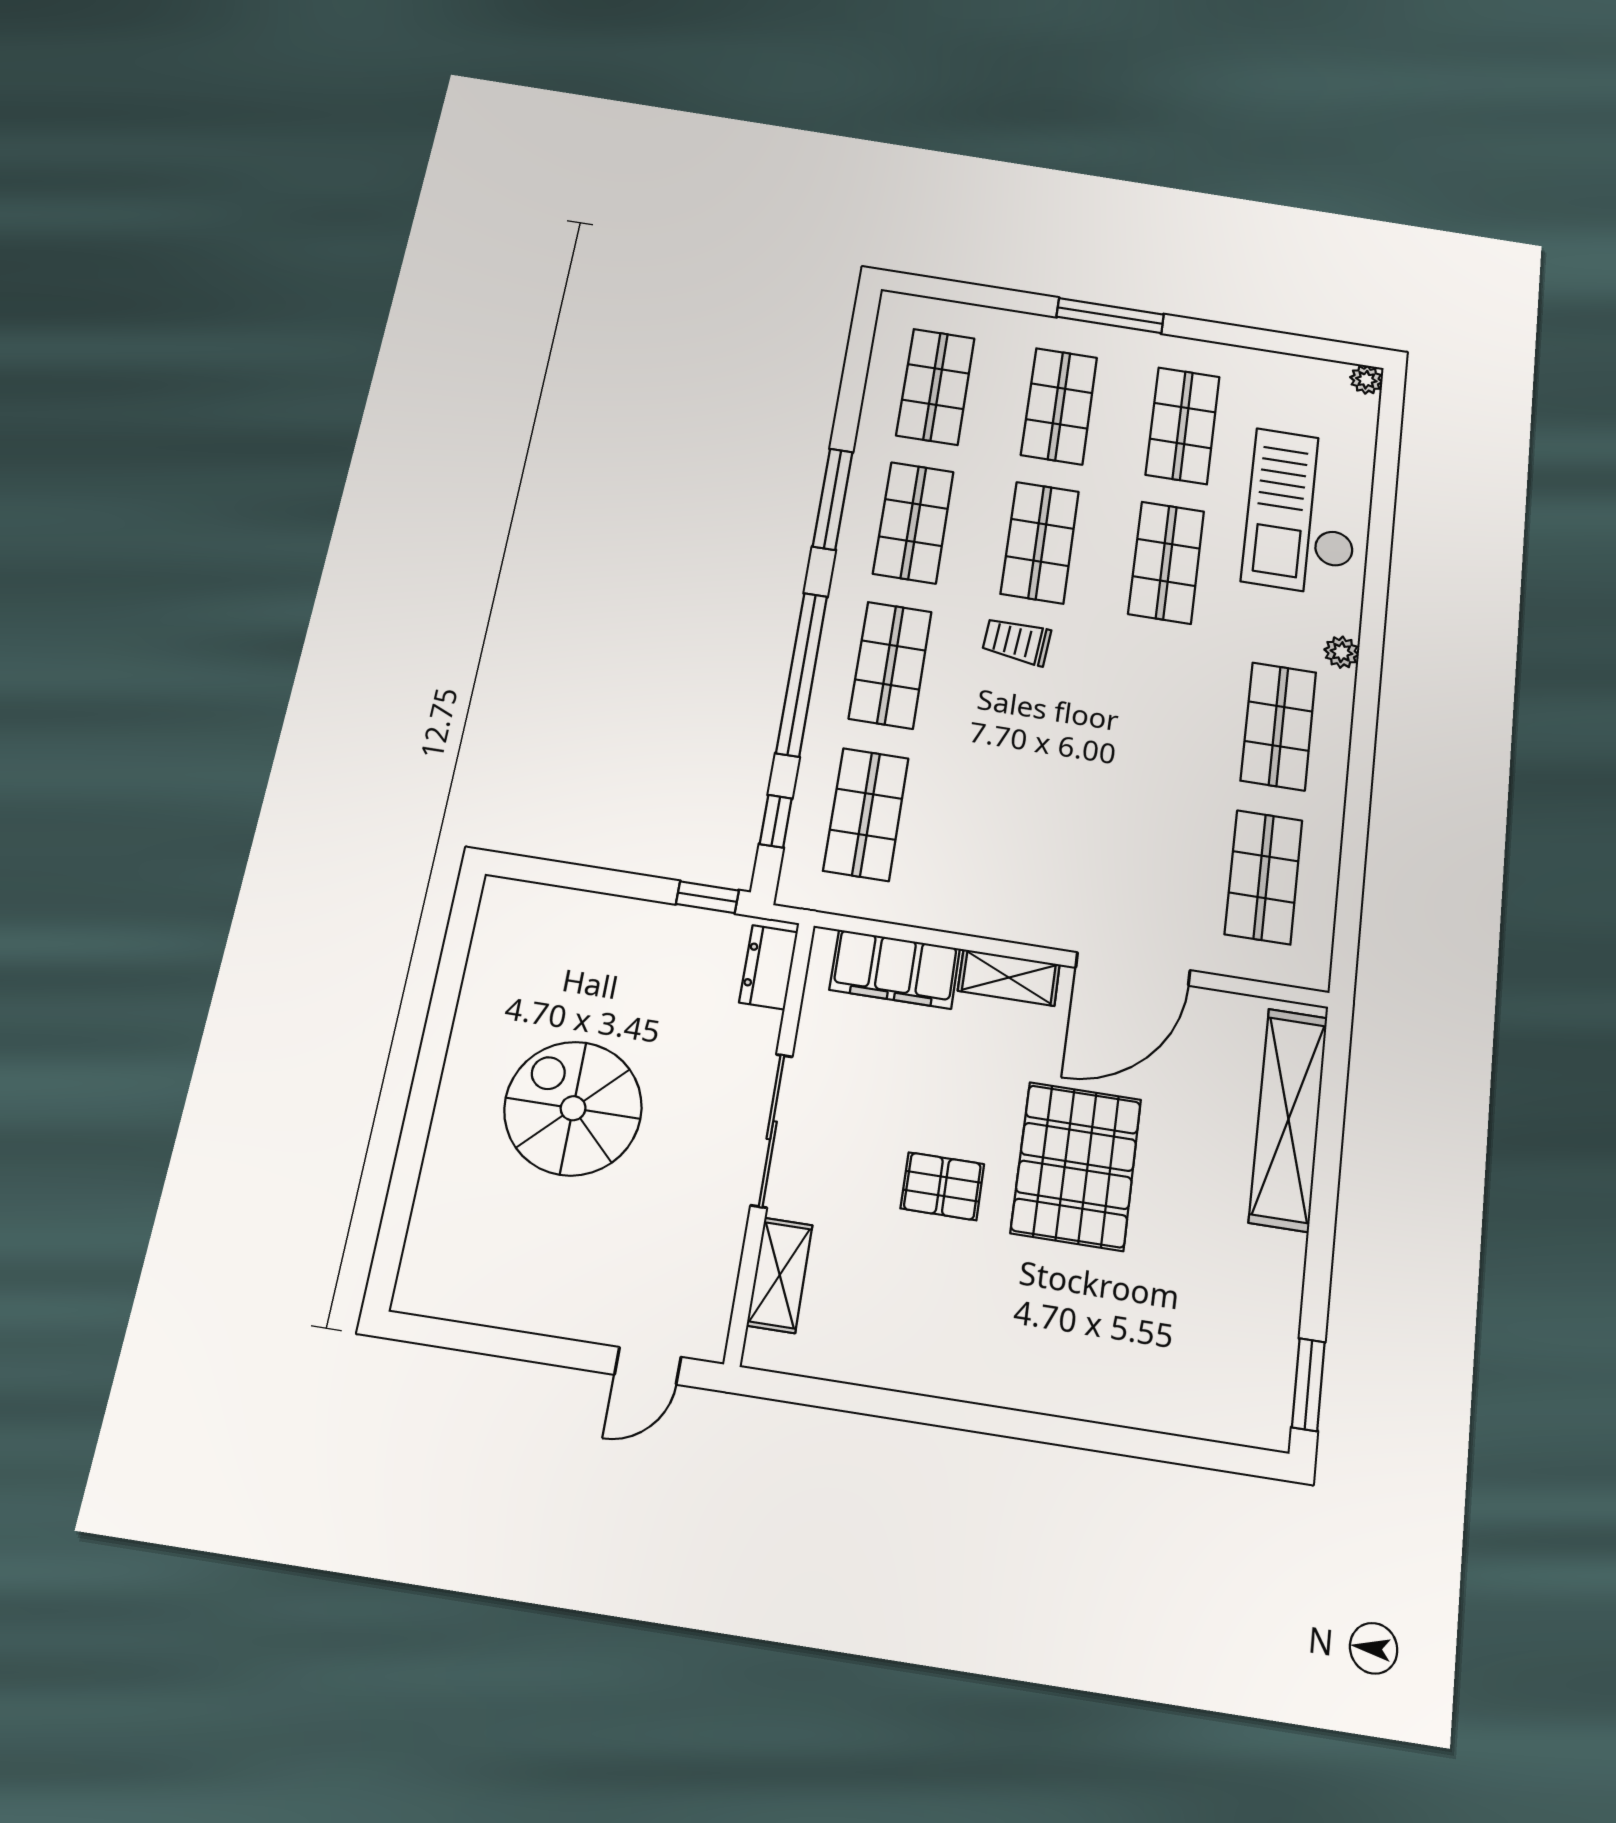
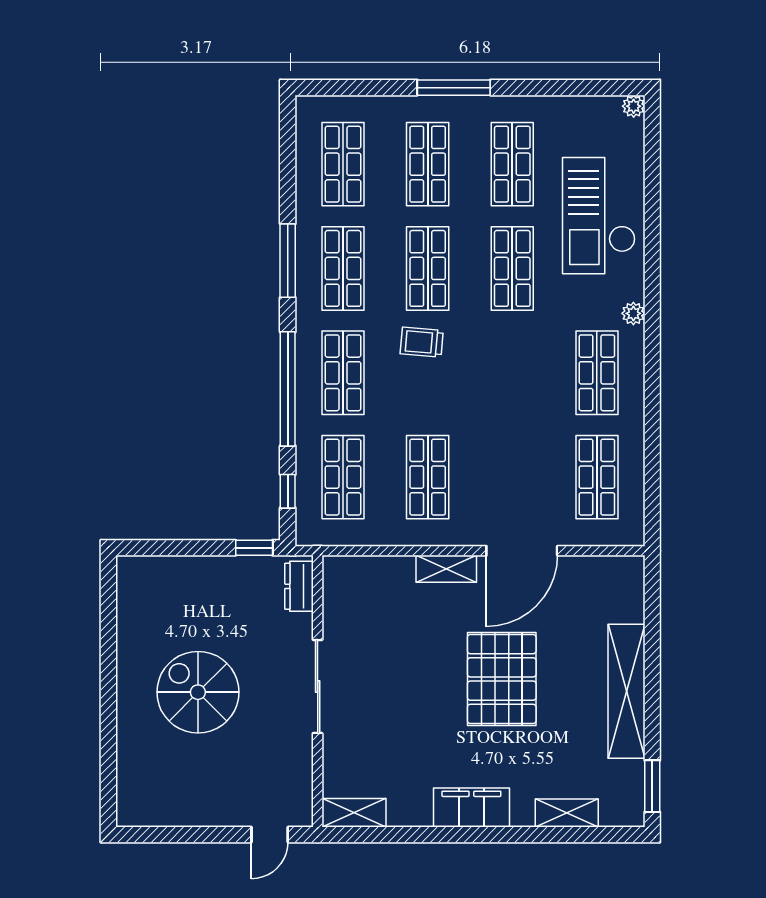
shop shelf: (998, 835) -> (428, 477), added
filing cabinet: (895, 969) -> (471, 808), moved, turned 180
shelving: (1288, 1119) -> (626, 691), moved
pallet: (942, 1186) -> (424, 704), removed
shelving: (780, 1275) -> (354, 813), moved, turned 90
shelving: (1159, 1408) -> (567, 813), added

